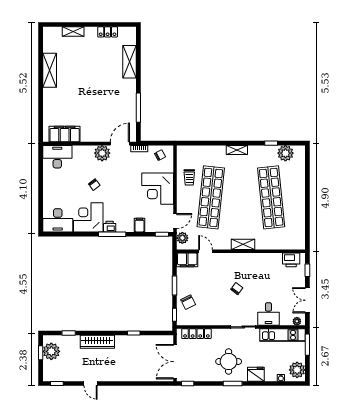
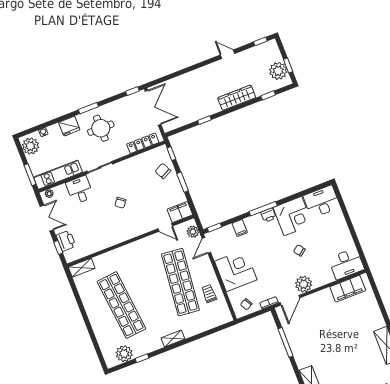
shelving: (243, 244) -> (82, 268), moved
printer: (291, 260) -> (66, 241), moved, turned 90

